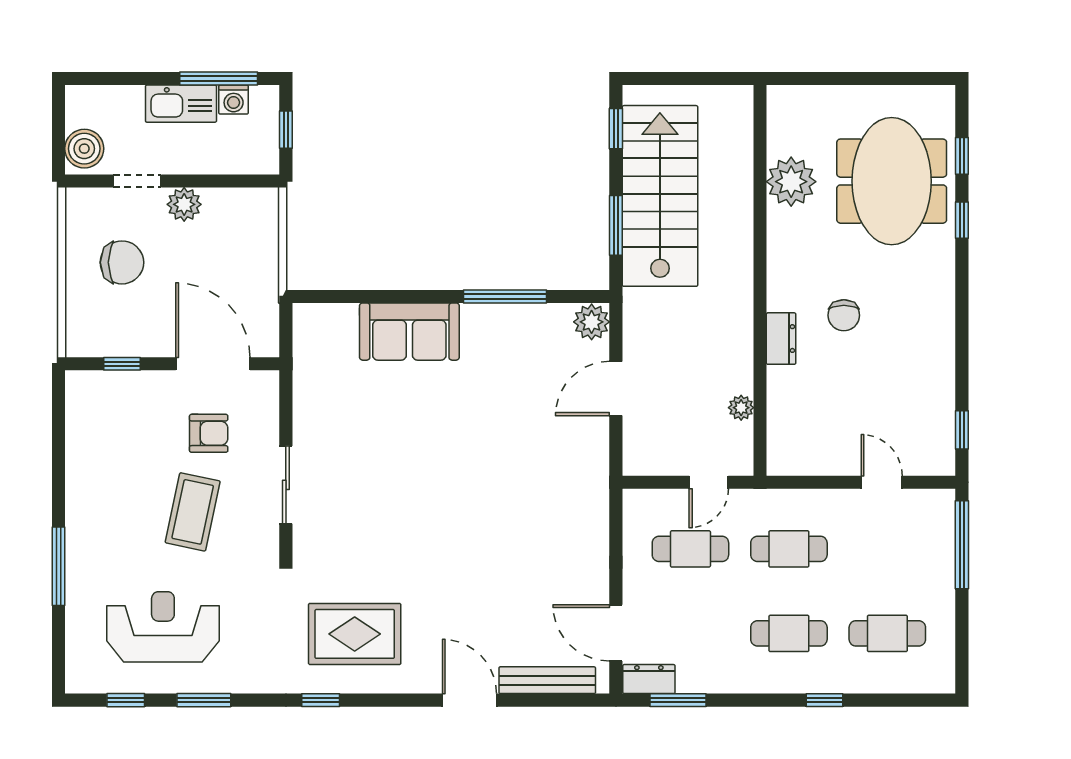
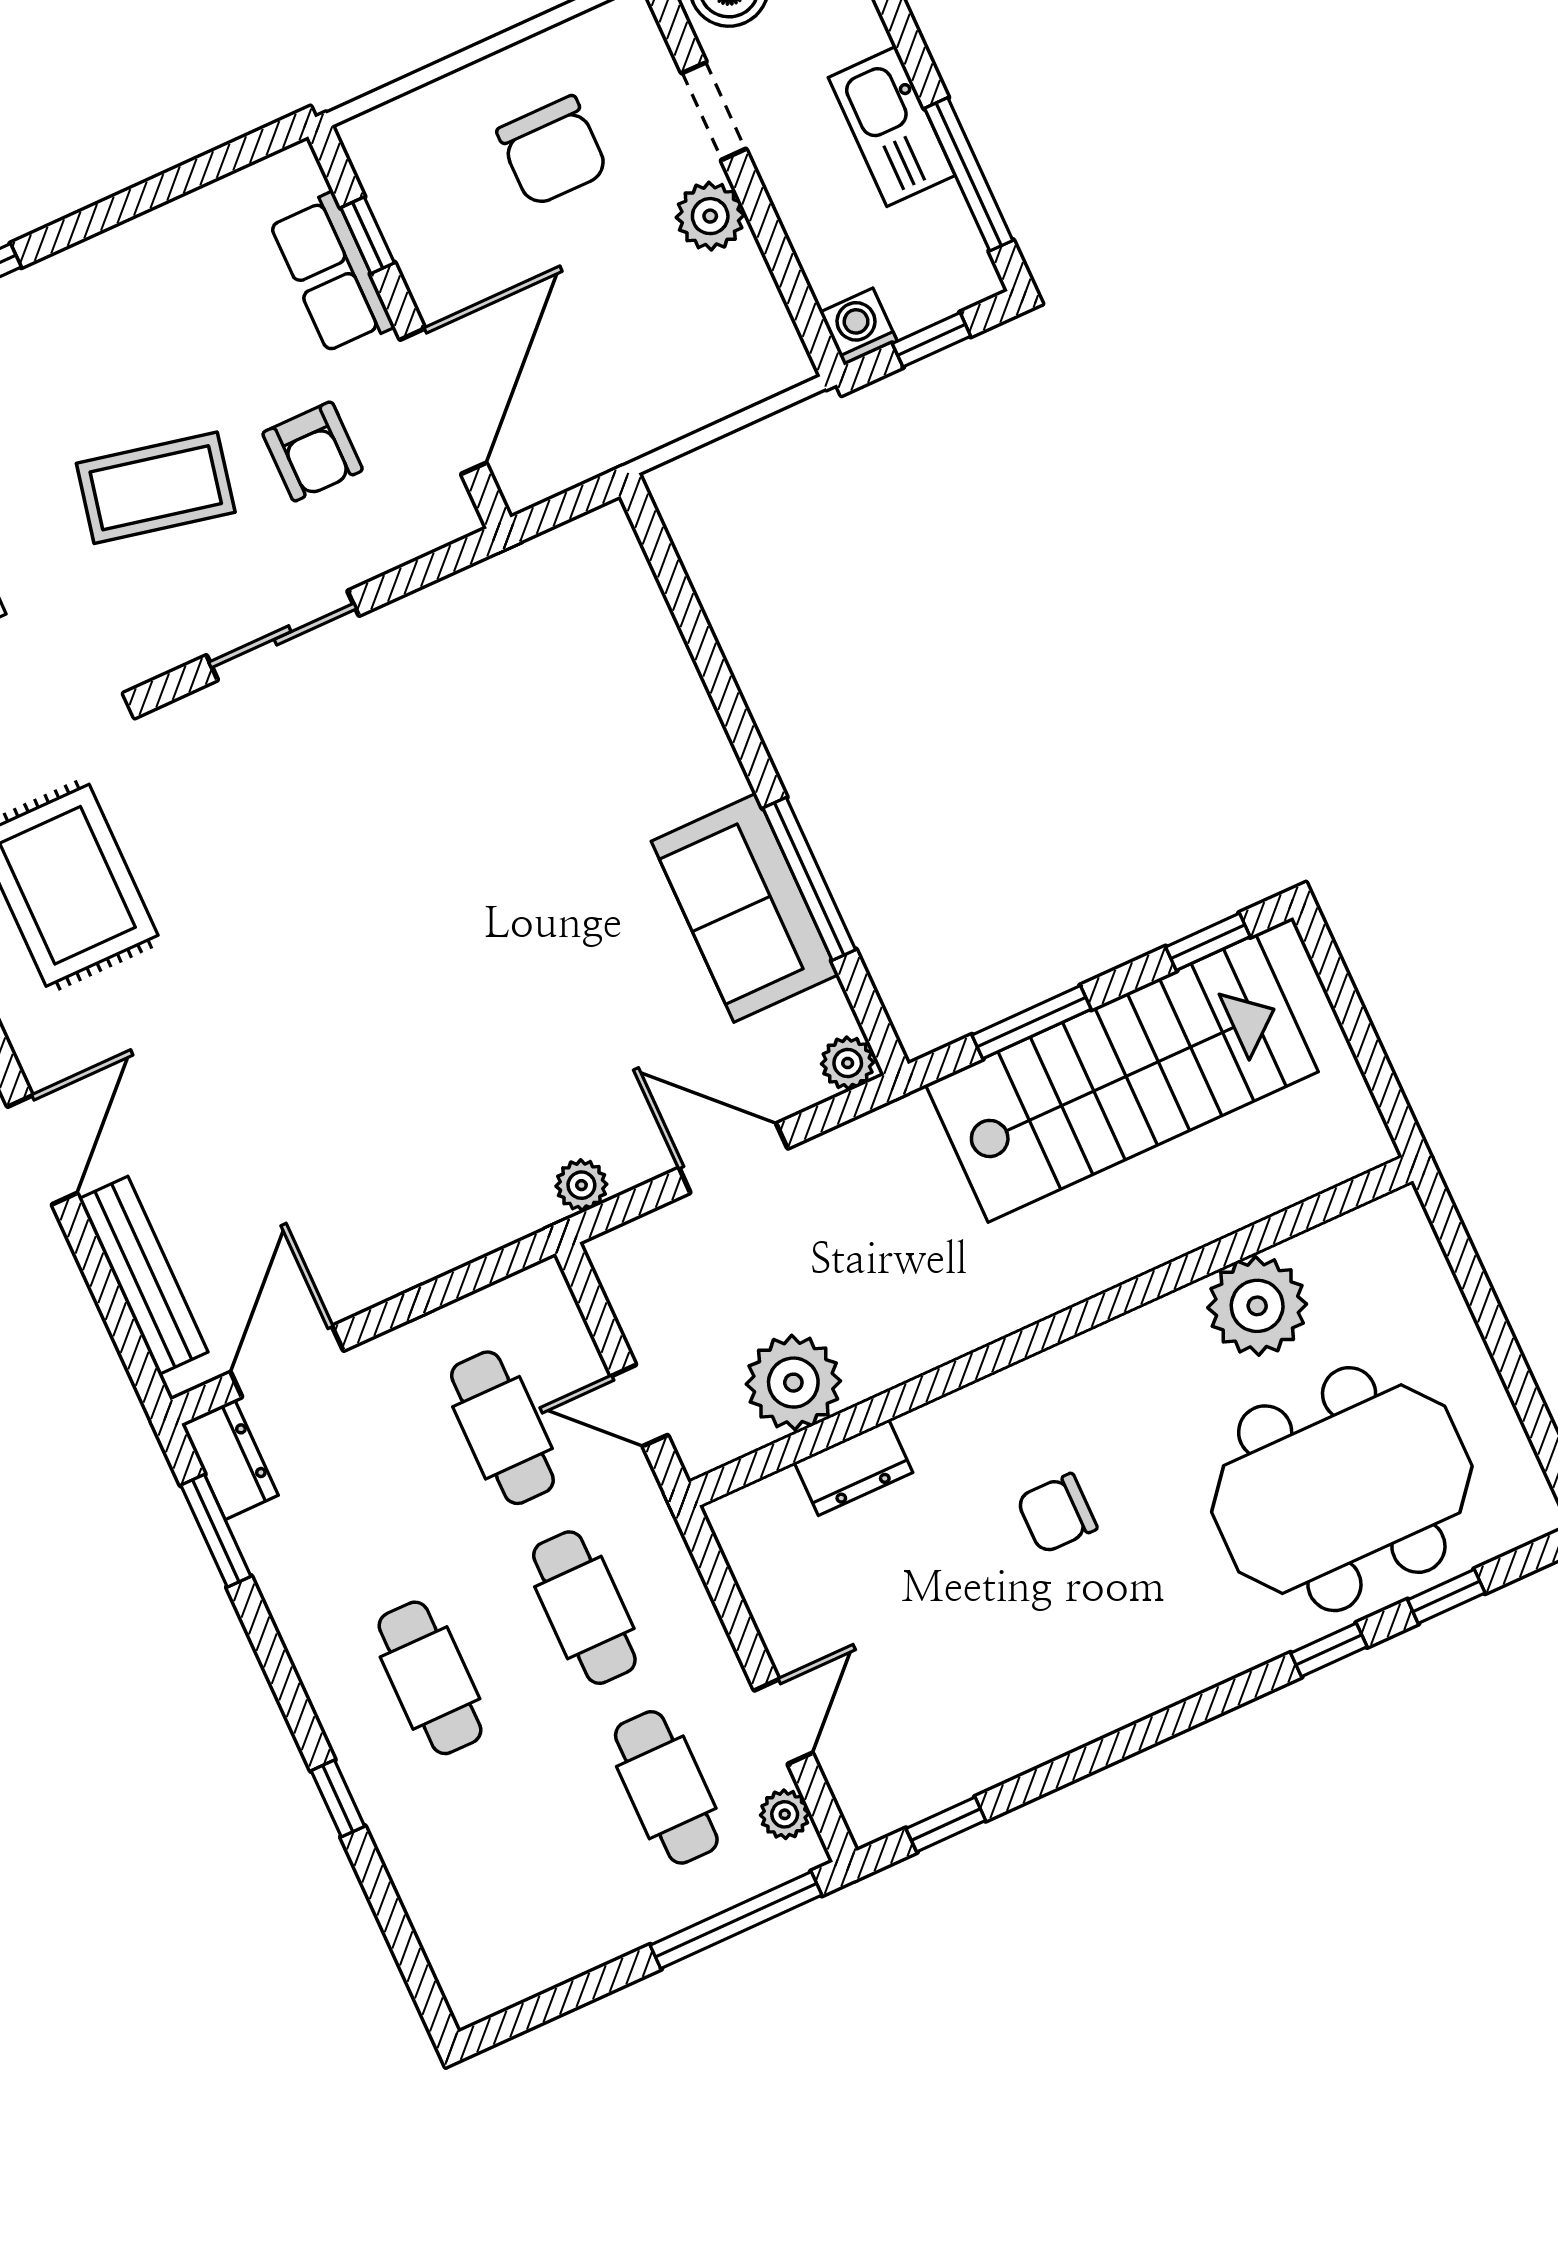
washing machine: (234, 100) -> (858, 327), moved, turned 90
plant: (592, 322) -> (848, 1063), width x0.73, depth x0.73
sofa: (409, 332) -> (745, 908), moved
dresser: (781, 339) -> (854, 1468), moved
row of seats: (132, 388) -> (331, 274), added
plant: (741, 408) -> (793, 1383), width x1.88, depth x1.88
plant: (597, 463) -> (581, 1185), added
plant: (924, 501) -> (785, 1814), added
cafe table: (887, 633) -> (666, 1787), moved

